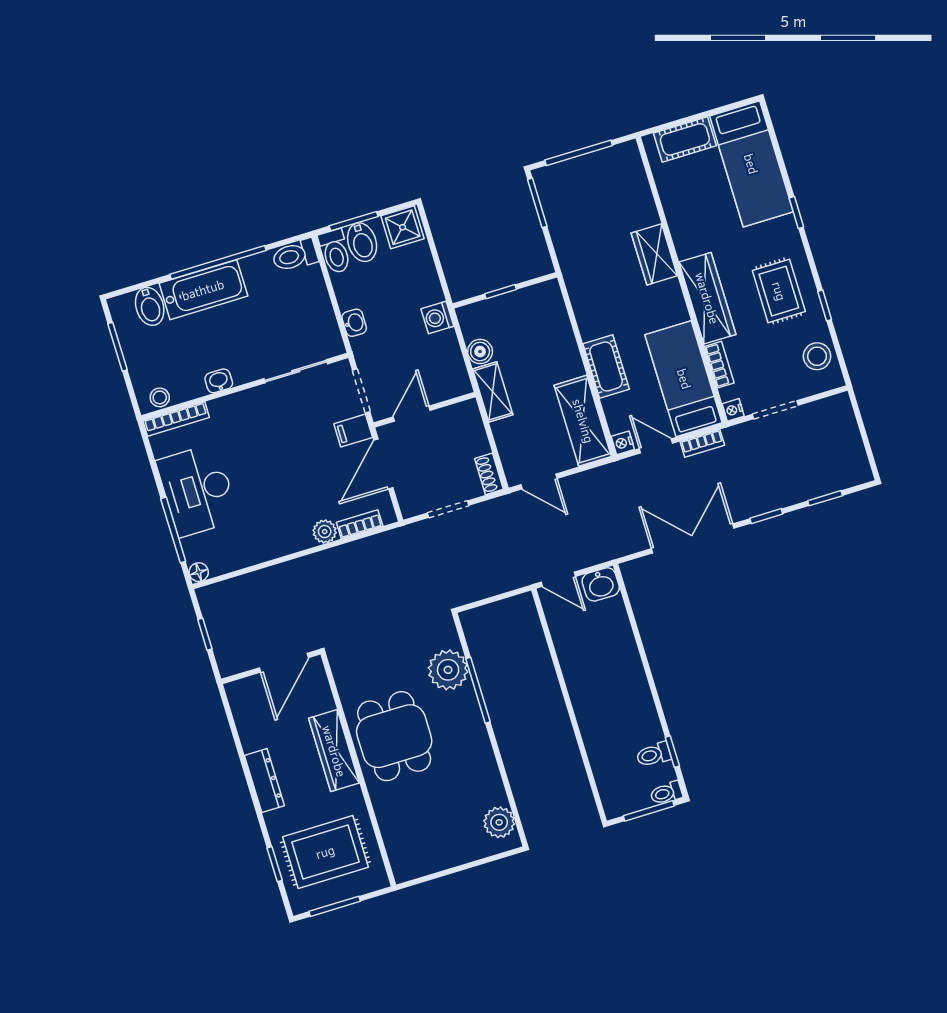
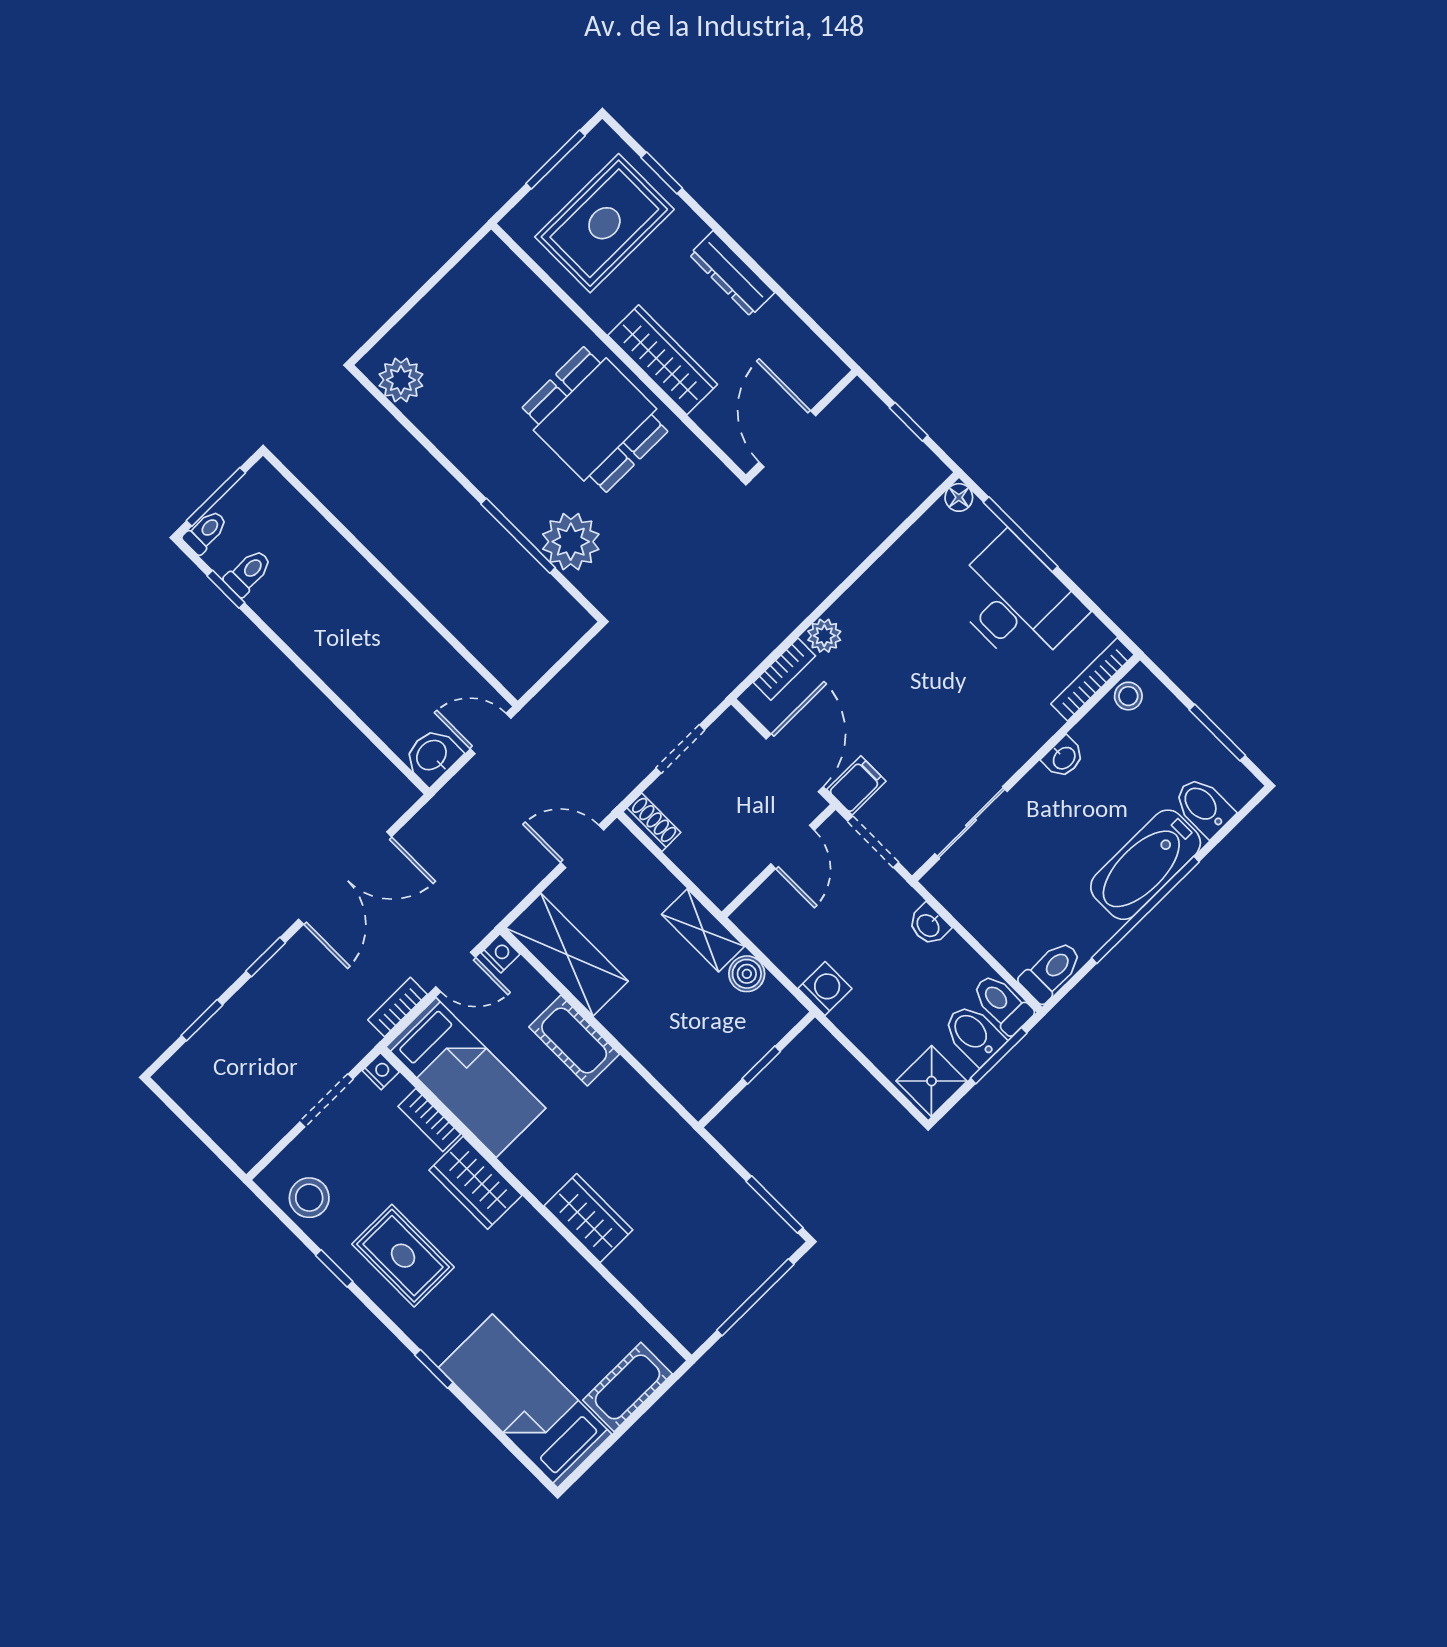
wardrobe: (707, 298) -> (475, 1183), width x0.67

